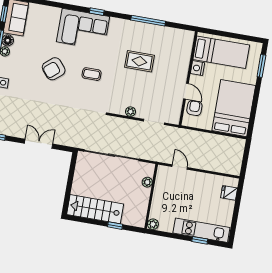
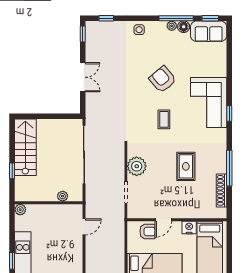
shoe rack: (168, 32) -> (221, 190), added
plant: (131, 112) -> (137, 166), width x1.88, depth x1.88

